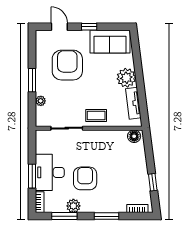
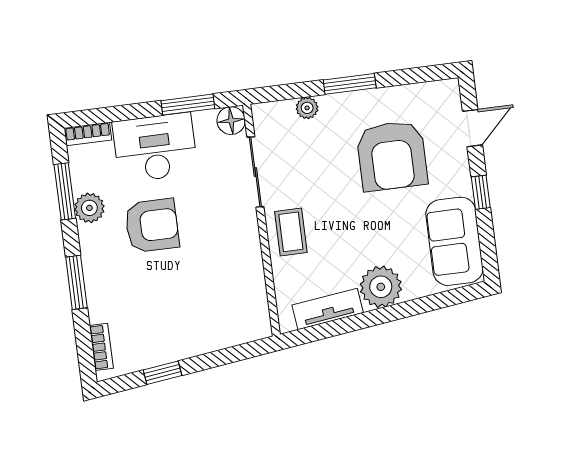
armchair: (67, 65) -> (392, 156), turned 90
floor lamp: (134, 136) -> (231, 121), moved
window: (32, 176) -> (188, 105), moved

